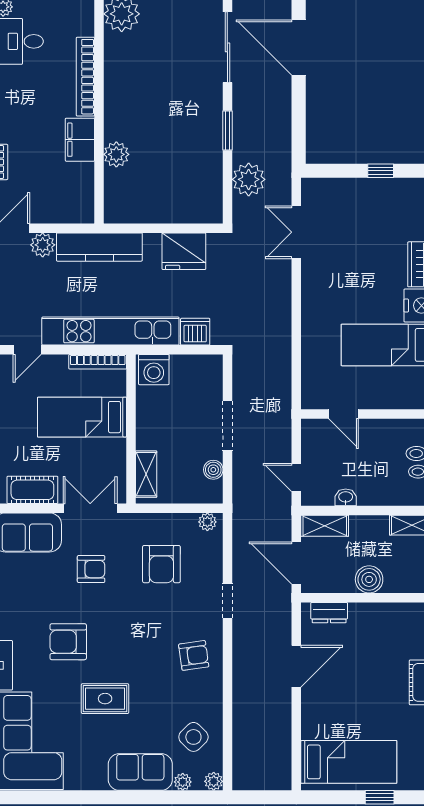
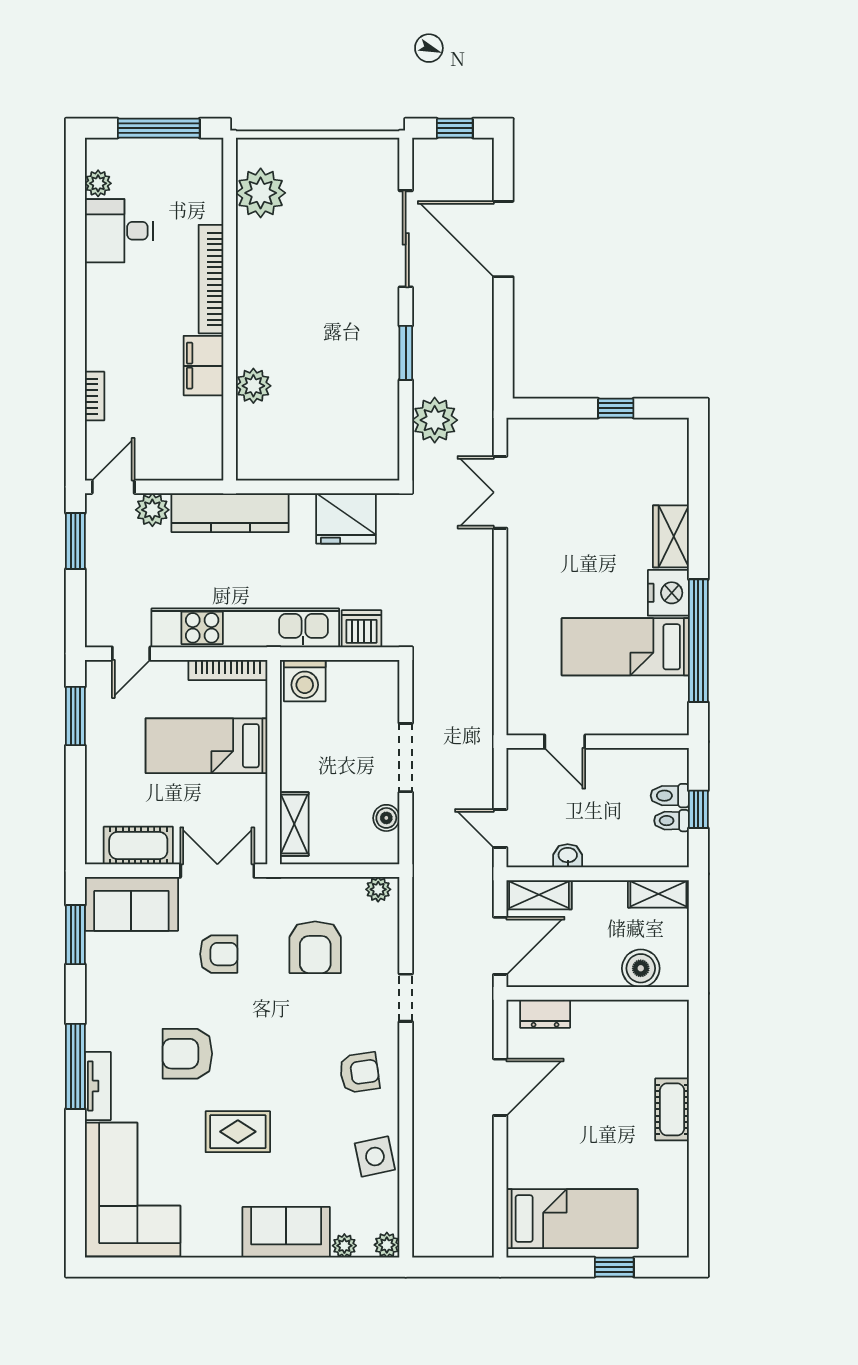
door: (296, 563) -> (500, 946), swing flipped
boiler: (369, 579) -> (641, 968), moved
side table: (193, 737) -> (375, 1156), moved, turned 33

